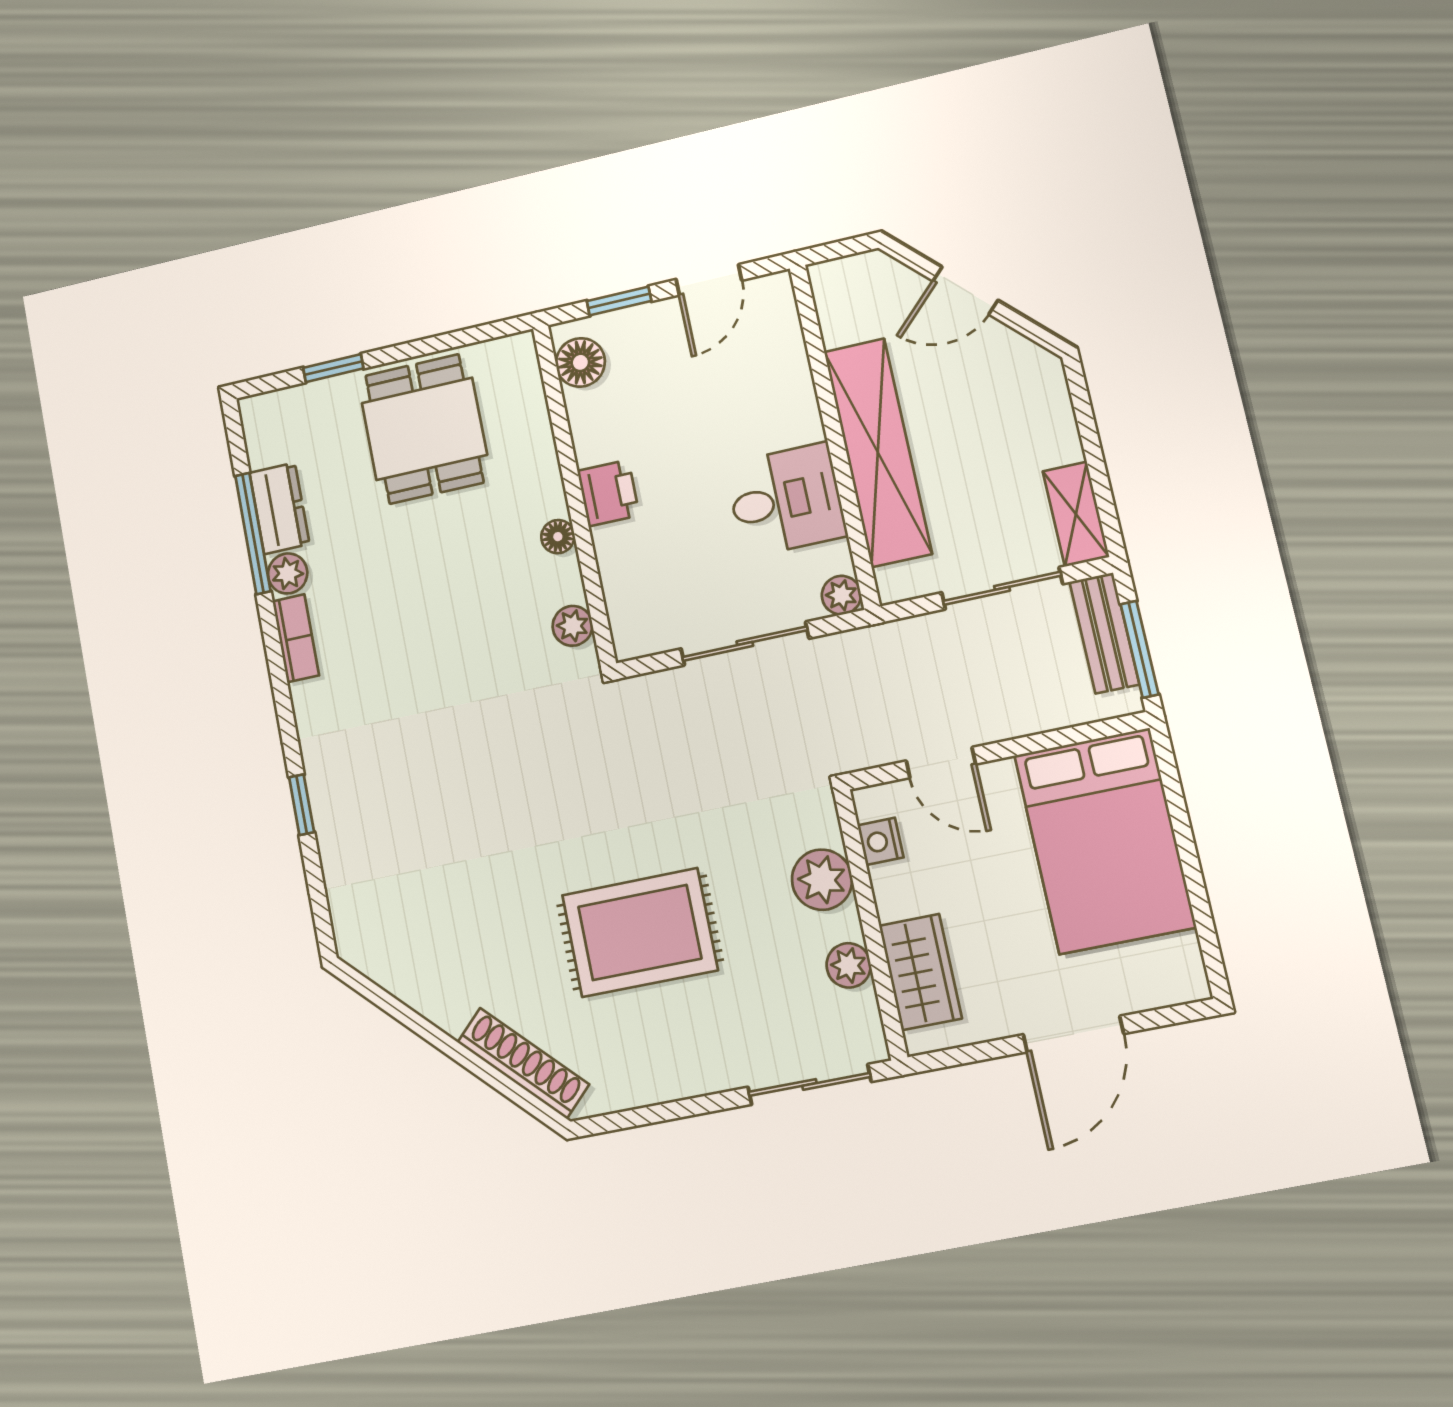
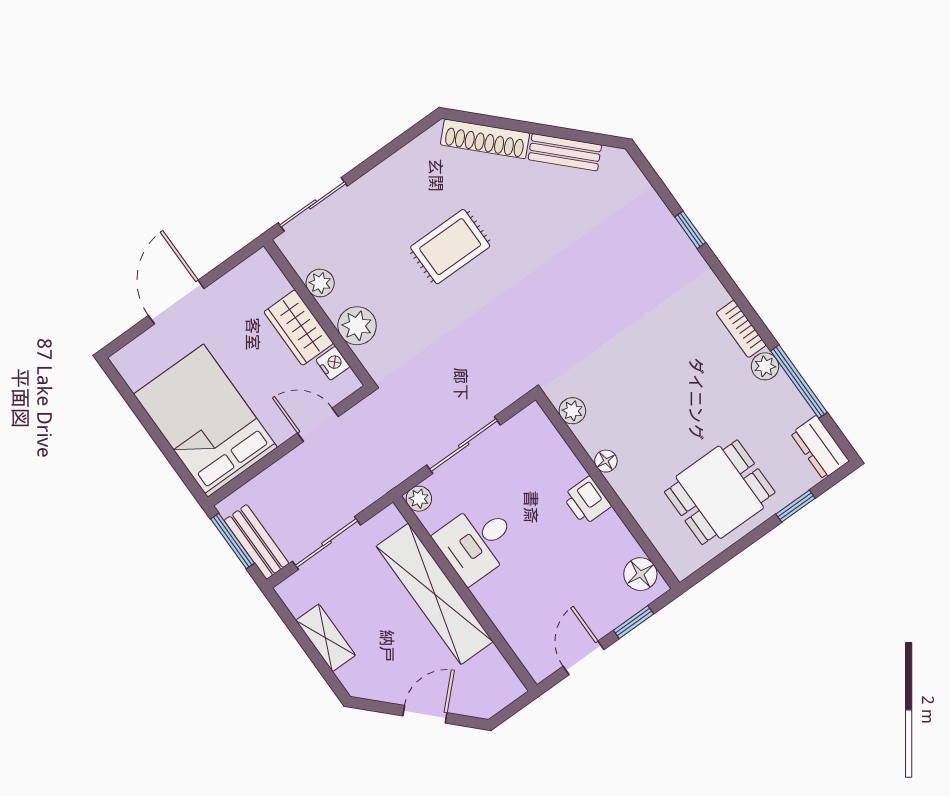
dining table: (424, 429) -> (720, 492), turned 90
dresser: (279, 508) -> (820, 447), moved
shelving: (1076, 514) -> (326, 638), moved
rug: (640, 933) -> (450, 247), width x0.73, depth x0.70
wardrobe: (920, 972) -> (299, 328), moved
bench: (422, 992) -> (565, 152), added

